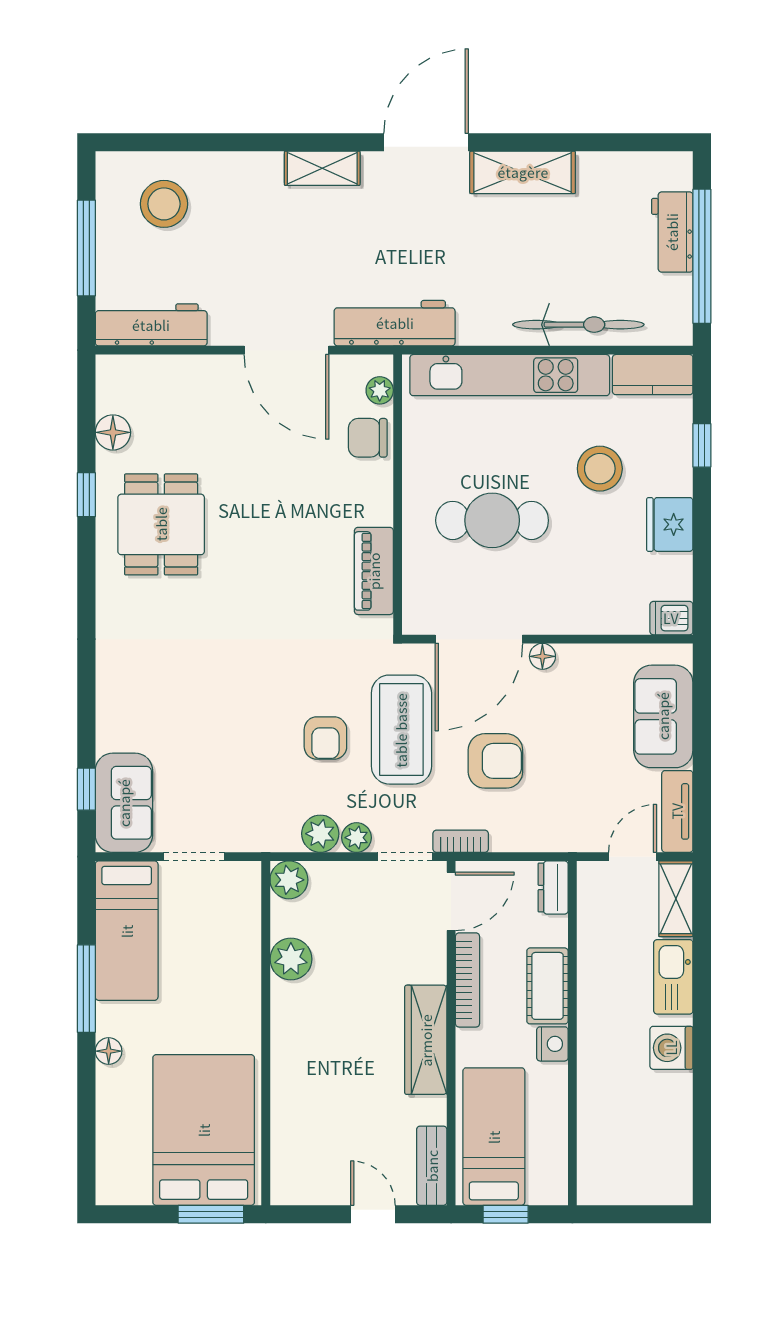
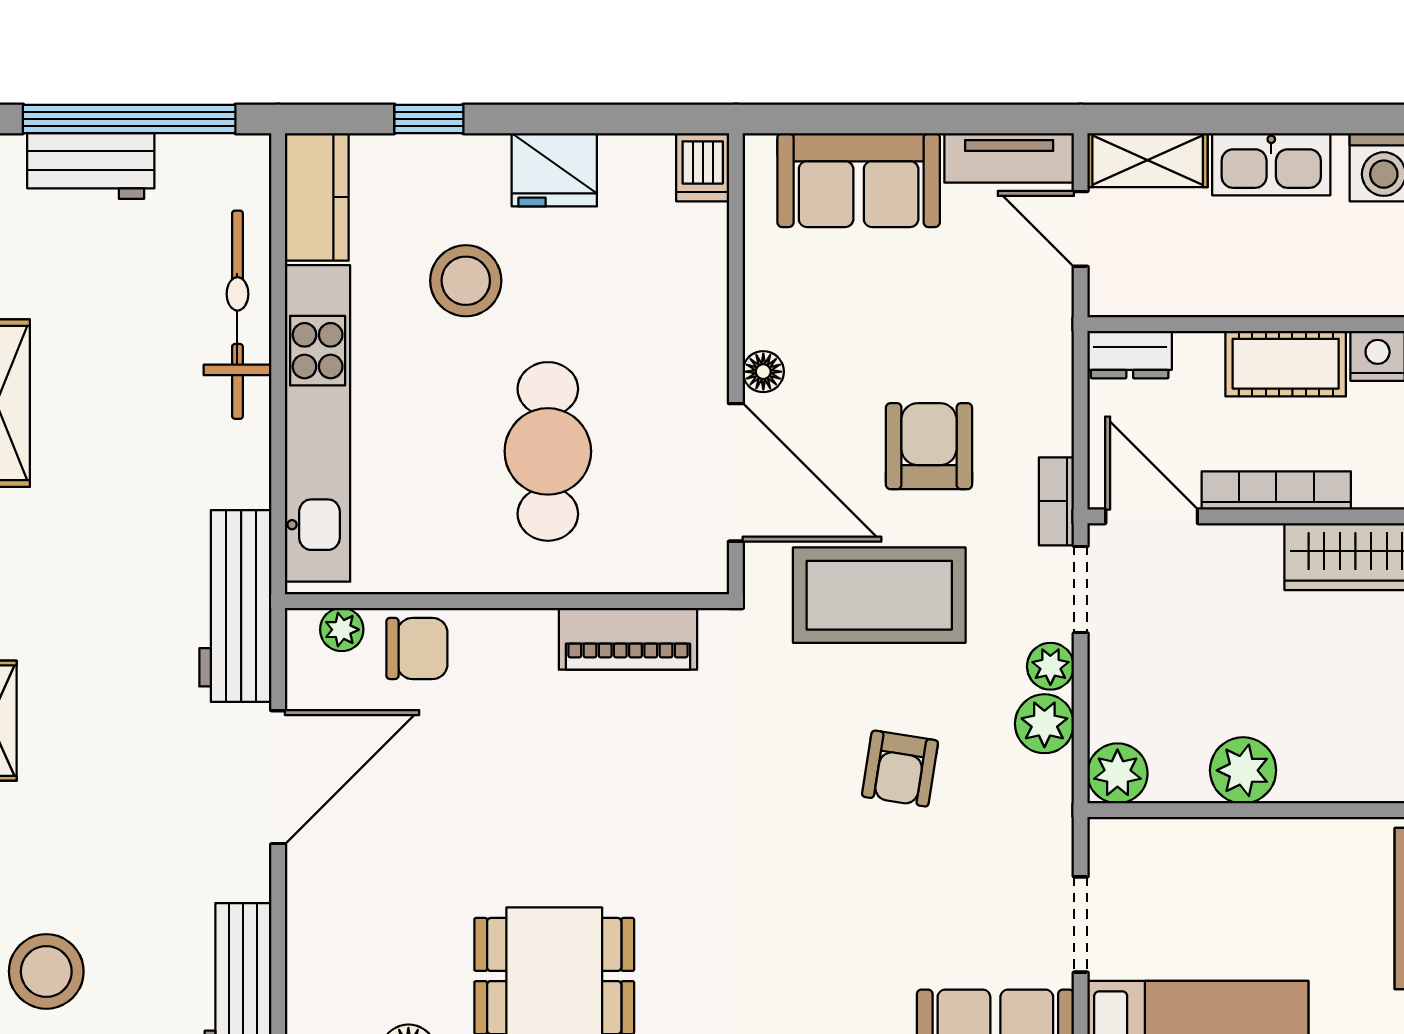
chair: (368, 438) -> (417, 648), turned -90
armchair: (325, 738) -> (900, 769), moved, turned 99

